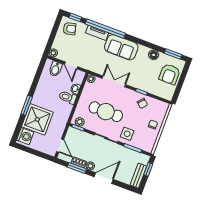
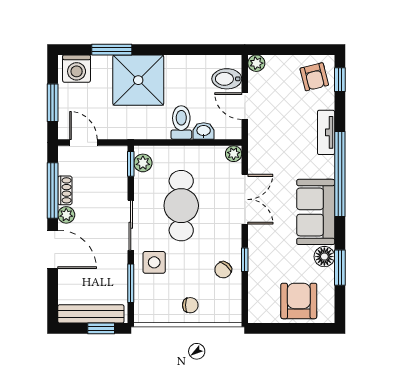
window: (105, 29) -> (340, 174), moved
sofa: (121, 47) -> (316, 212), moved
window: (173, 54) -> (340, 268), moved
door: (71, 65) -> (245, 106), hinge flipped
armchair: (170, 74) -> (299, 301), turned 90
window: (27, 105) -> (112, 50), moved
shower: (37, 119) -> (138, 80), moved
door: (60, 146) -> (83, 142), swing flipped
window: (37, 153) -> (53, 103), added
window: (77, 168) -> (53, 190), width x1.44
bench: (138, 176) -> (91, 314), width x1.36

